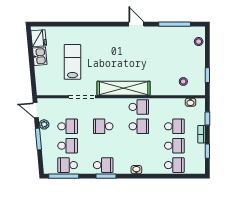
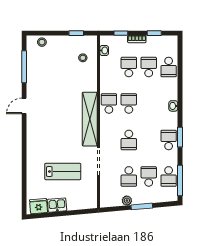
lab bench: (72, 62) -> (63, 171), turned 180
door: (36, 110) -> (112, 209), removed
school desk: (68, 126) -> (129, 176), turned 180
school desk: (174, 165) -> (169, 67), turned 180

